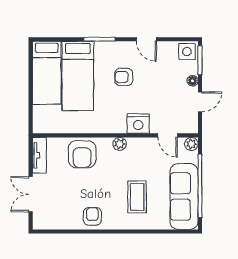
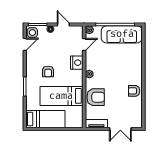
door: (146, 39) -> (25, 44), moved
bed: (78, 76) -> (61, 96), moved, turned 180
coffee table: (137, 197) -> (122, 63), removed

